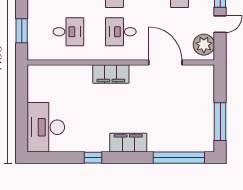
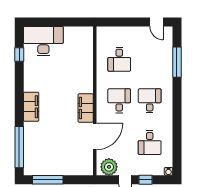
window: (22, 31) -> (120, 22), removed
filing cabinet: (111, 74) -> (86, 108), moved
window: (93, 158) -> (19, 54), moved

